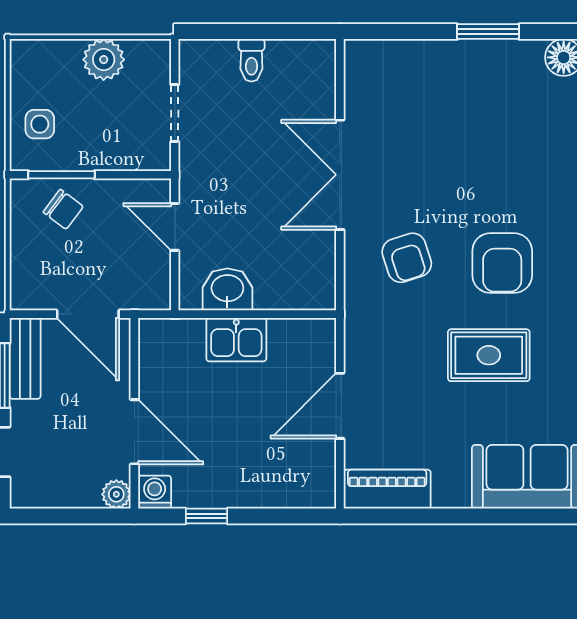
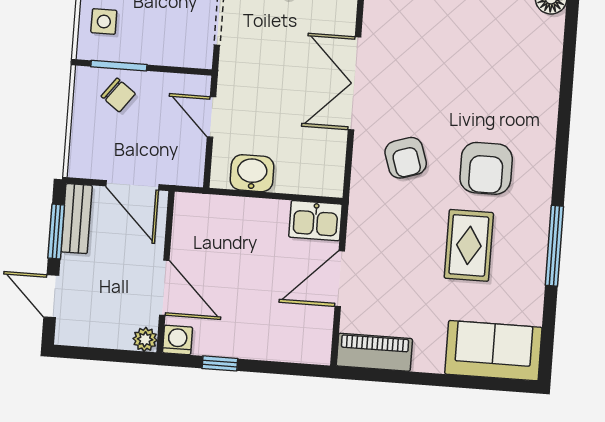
kitchen sink: (236, 340) -> (315, 221), moved
rug: (489, 355) -> (469, 245), turned 90

